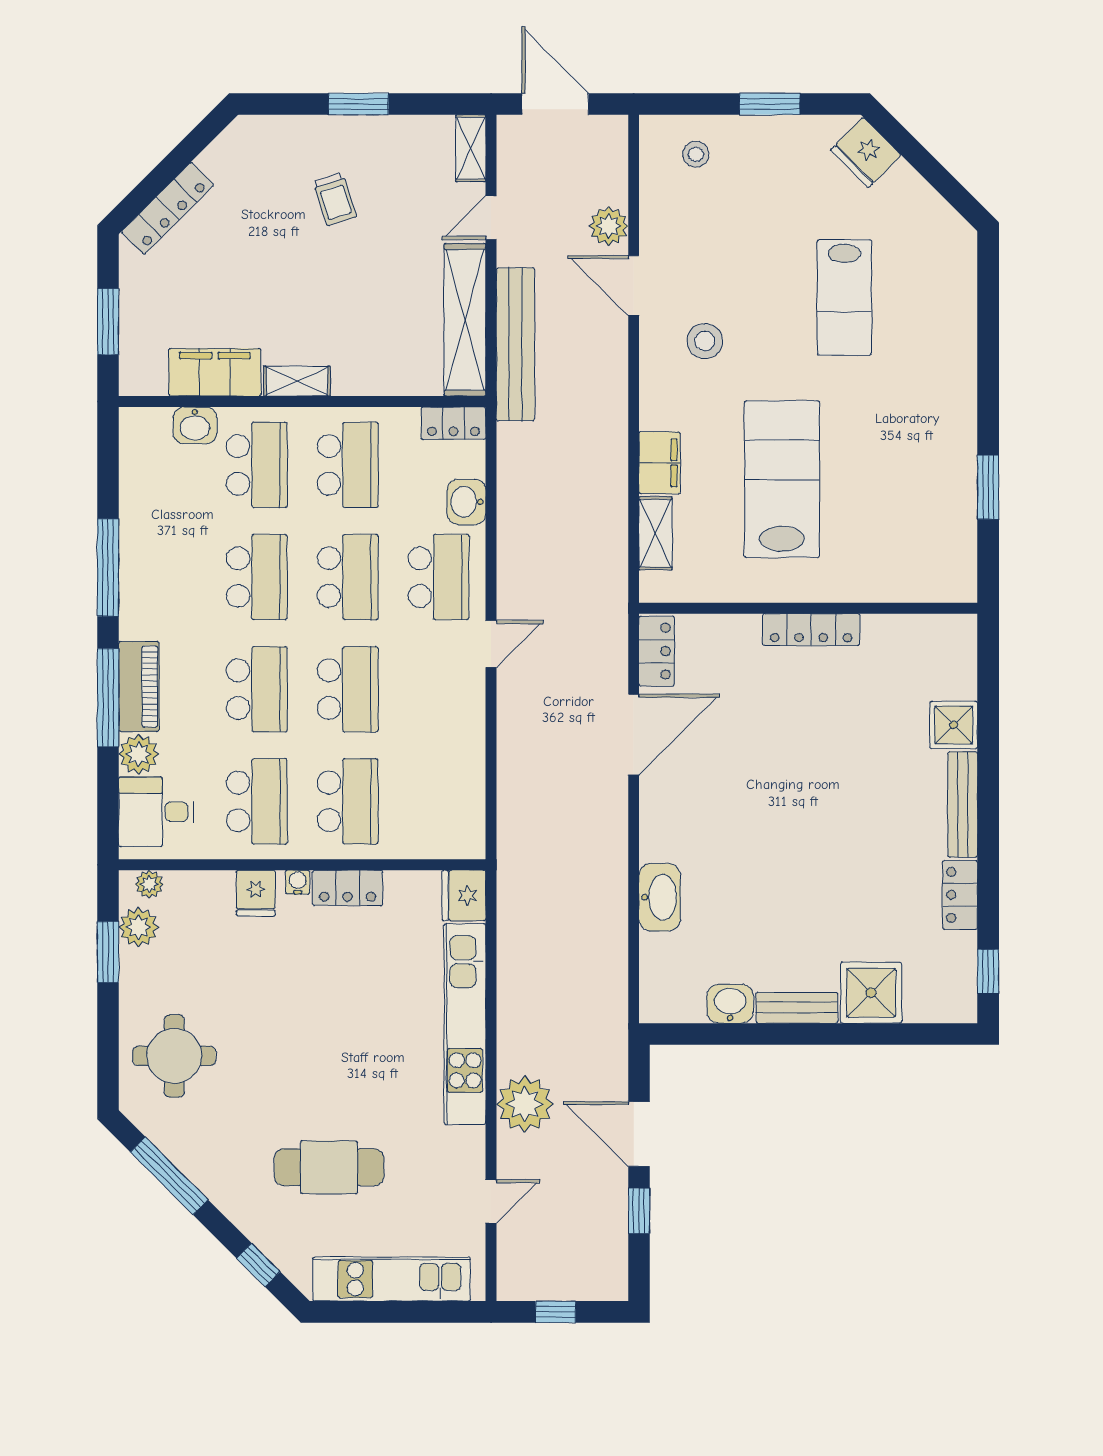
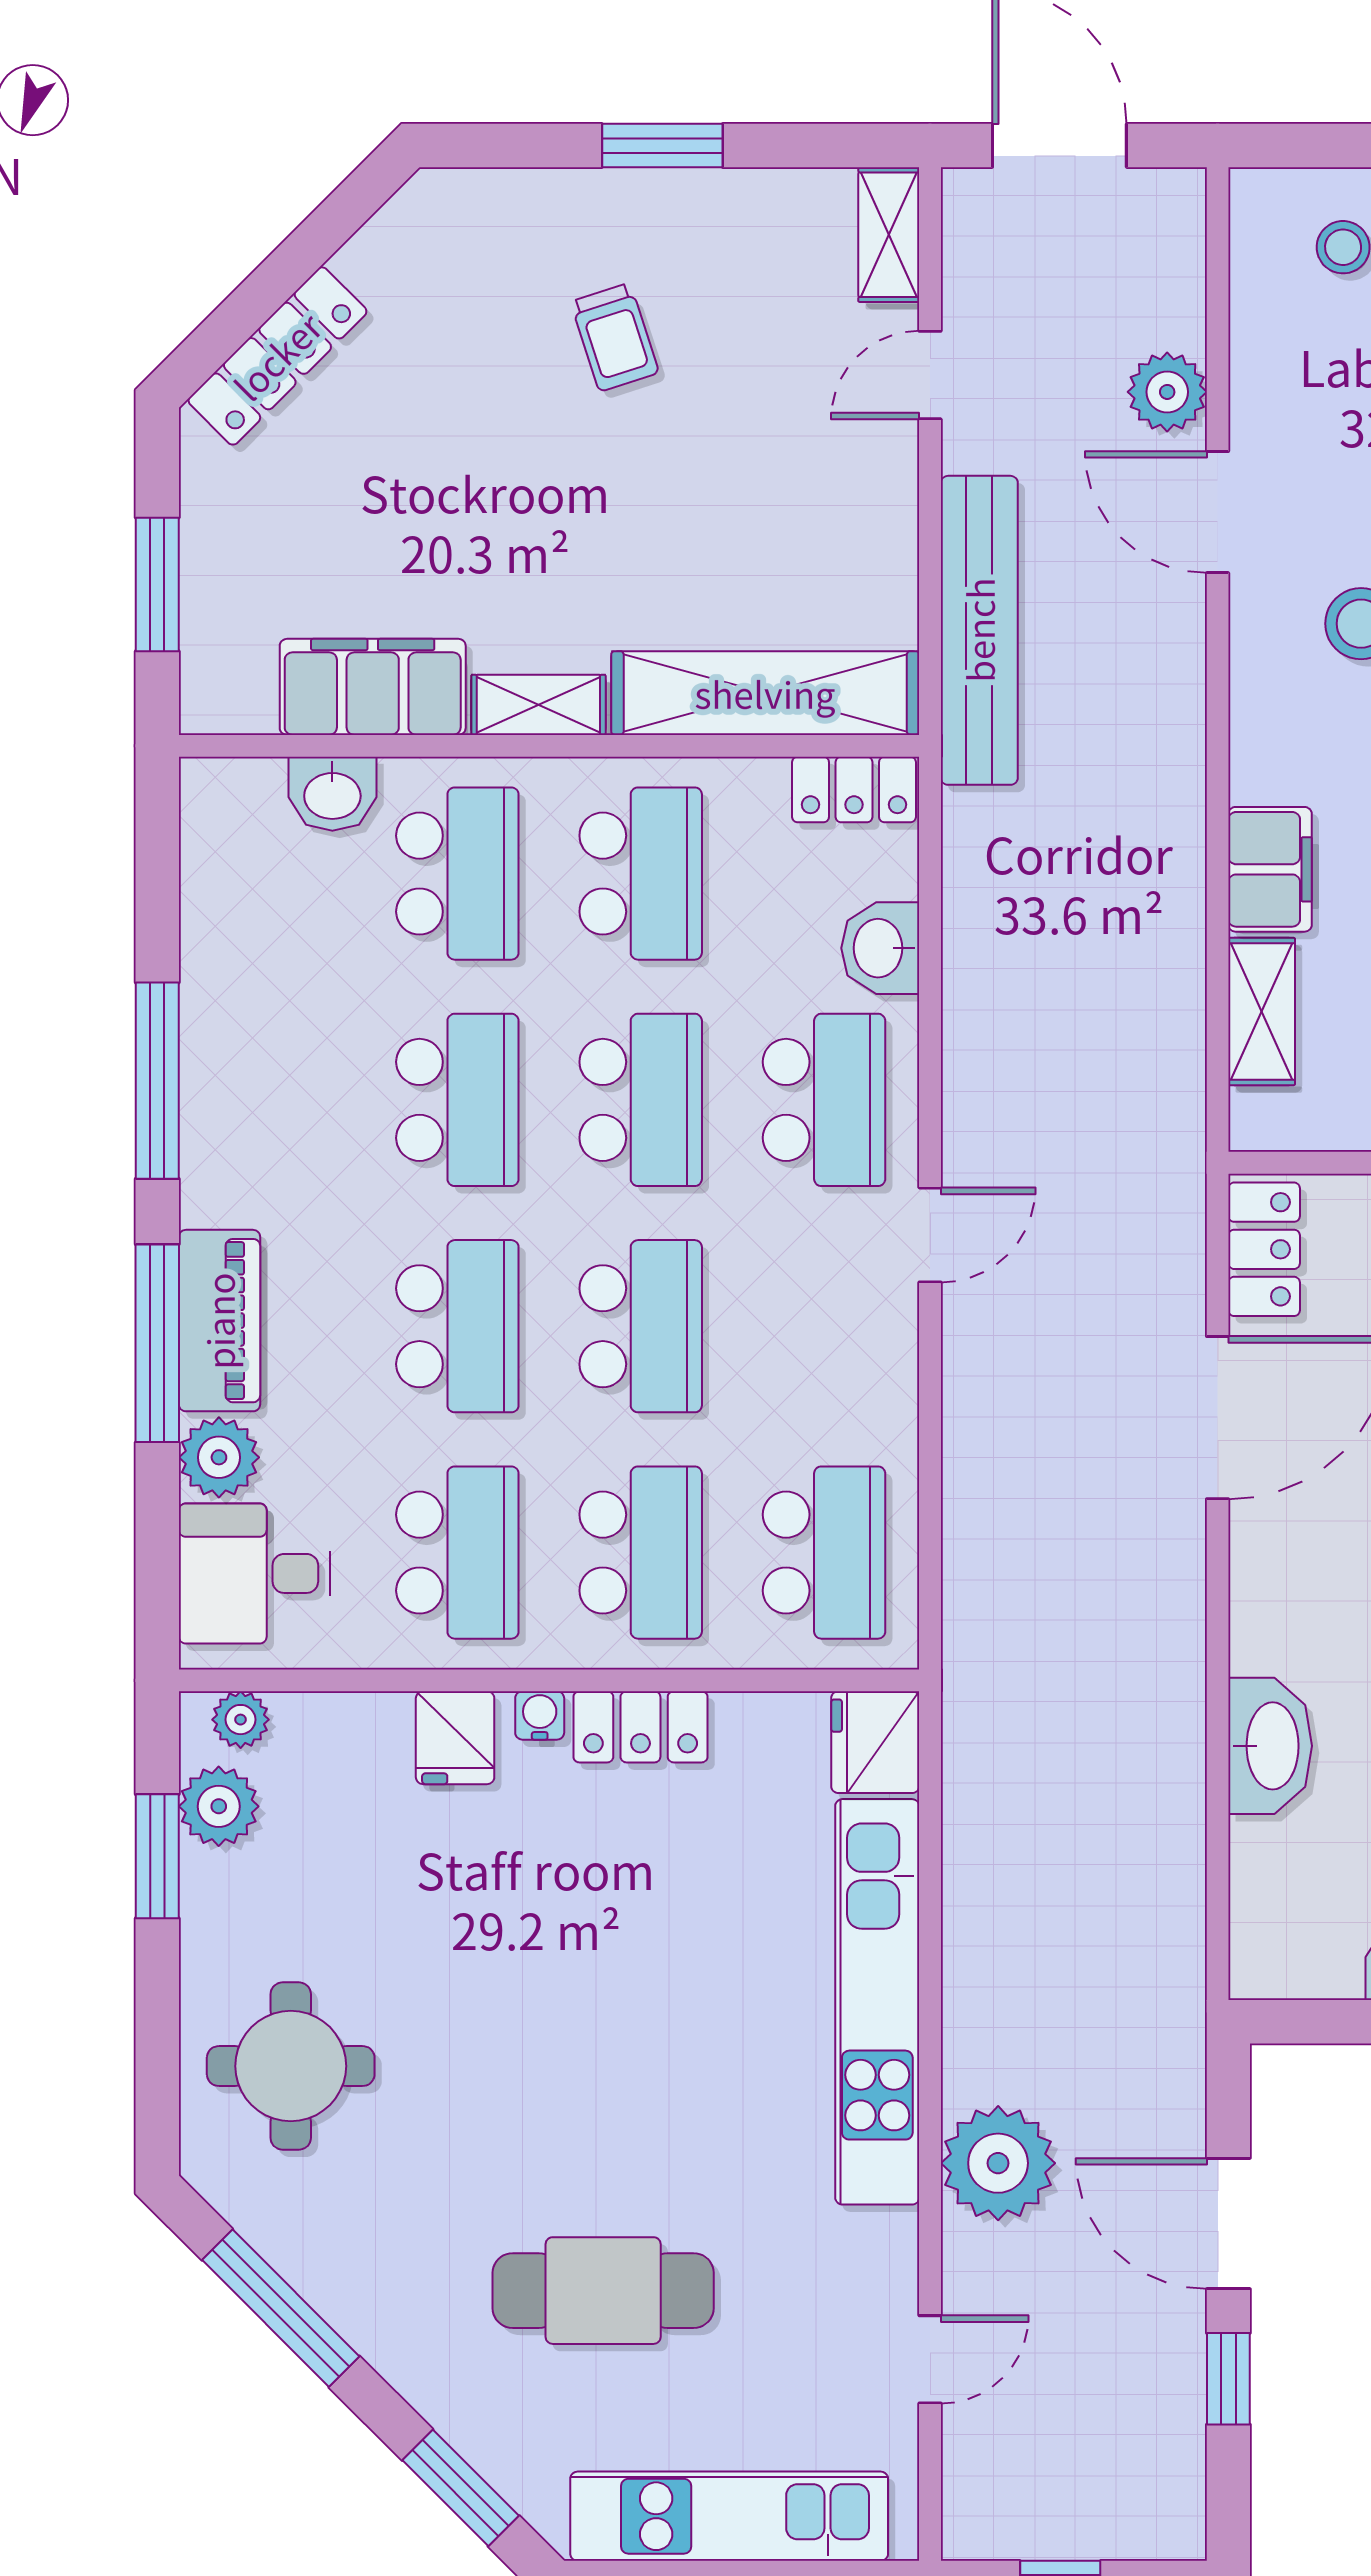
shelving: (465, 320) -> (765, 693), moved, turned 90
school desk: (439, 801) -> (824, 1553), added
window: (258, 1265) -> (461, 2488), width x1.50

